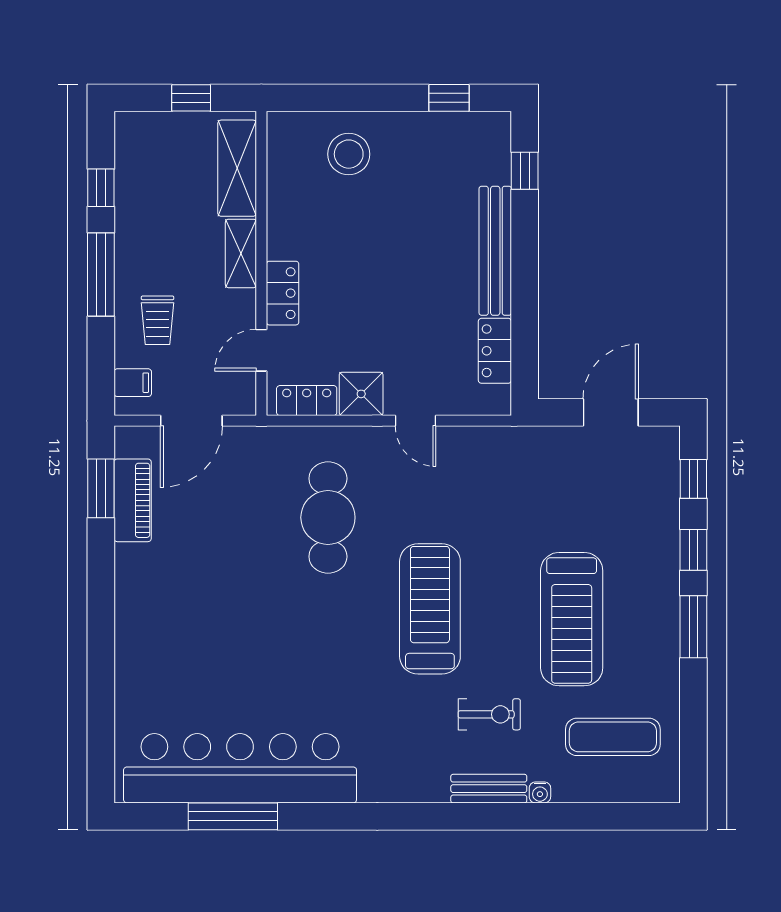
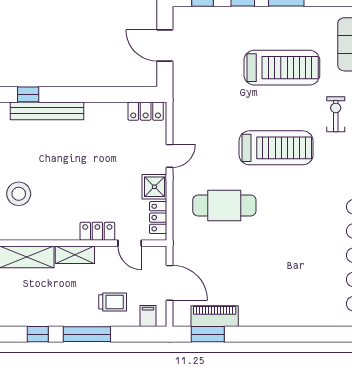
bench: (495, 251) -> (47, 111), moved
locker: (495, 351) -> (146, 111), moved
treadmill: (430, 609) -> (276, 148), turned 180

